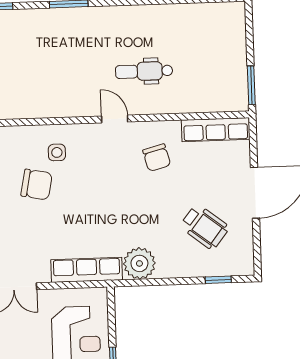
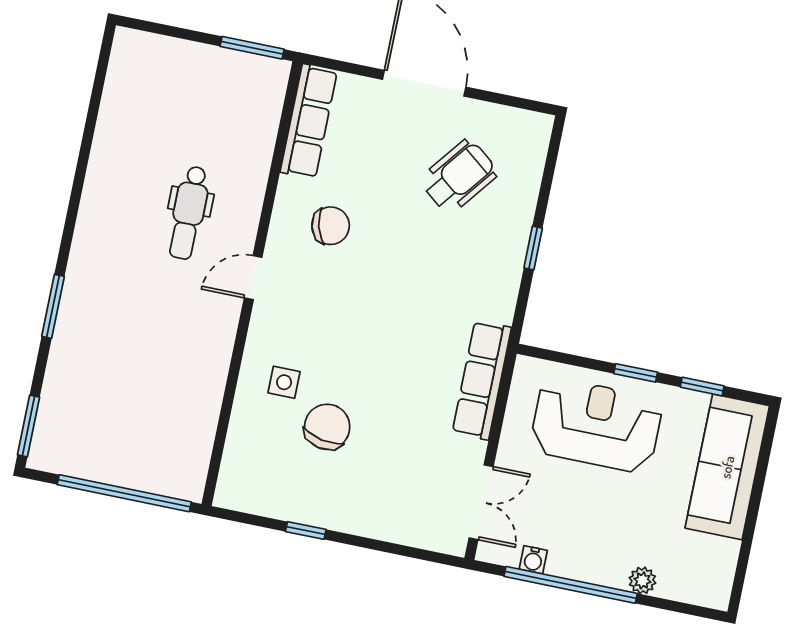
plant: (139, 263) -> (492, 294), removed
window: (218, 280) -> (533, 248), moved

